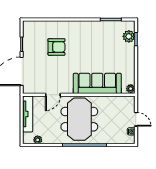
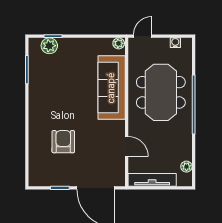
meeting table: (79, 119) -> (161, 92), moved, turned 90
door: (136, 119) -> (143, 36), moved

